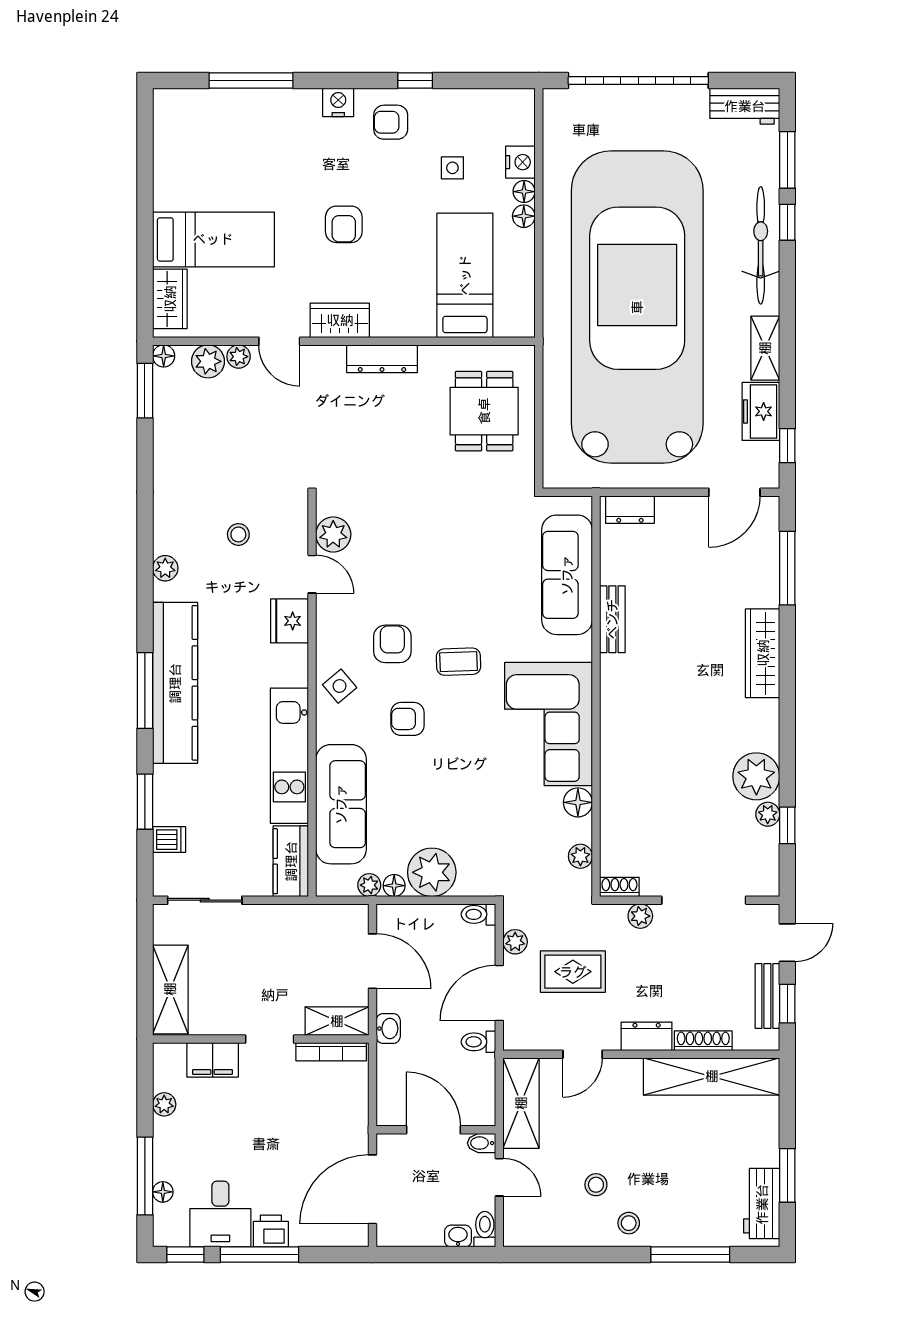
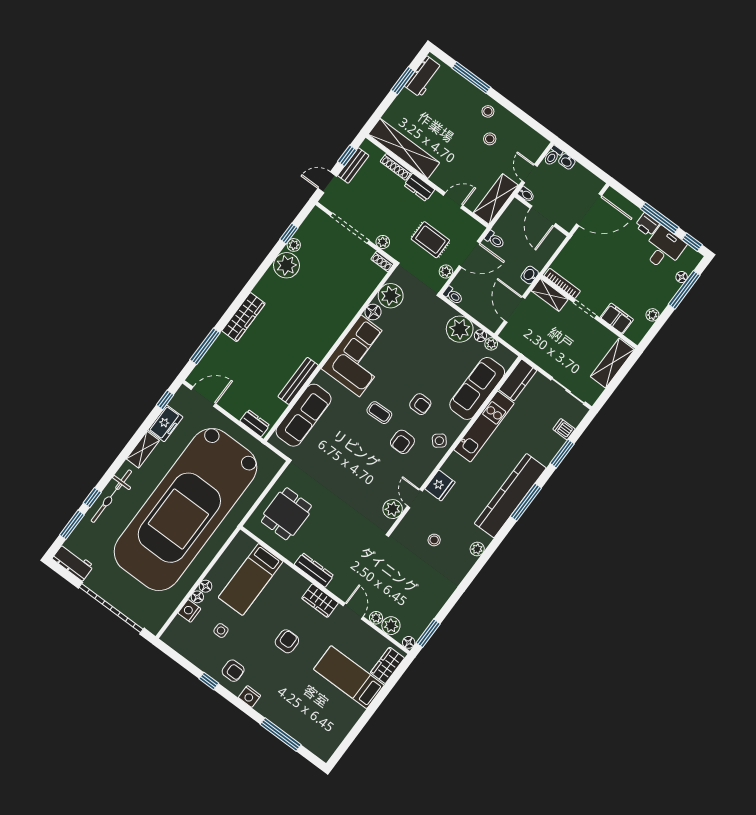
bench: (612, 619) -> (298, 381), width x1.36
plant: (580, 856) -> (391, 296), width x1.87, depth x1.87

